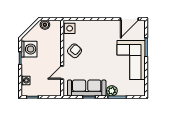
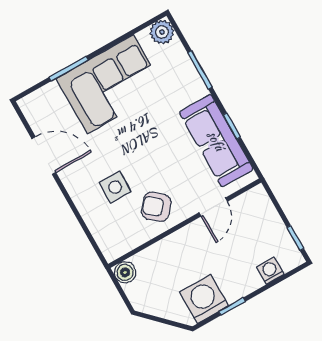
door: (129, 19) -> (44, 155), moved
boiler: (45, 25) -> (125, 272), moved
side table: (70, 28) -> (115, 187), moved
door: (62, 72) -> (213, 207), hinge flipped
plant: (112, 91) -> (162, 32), moved

